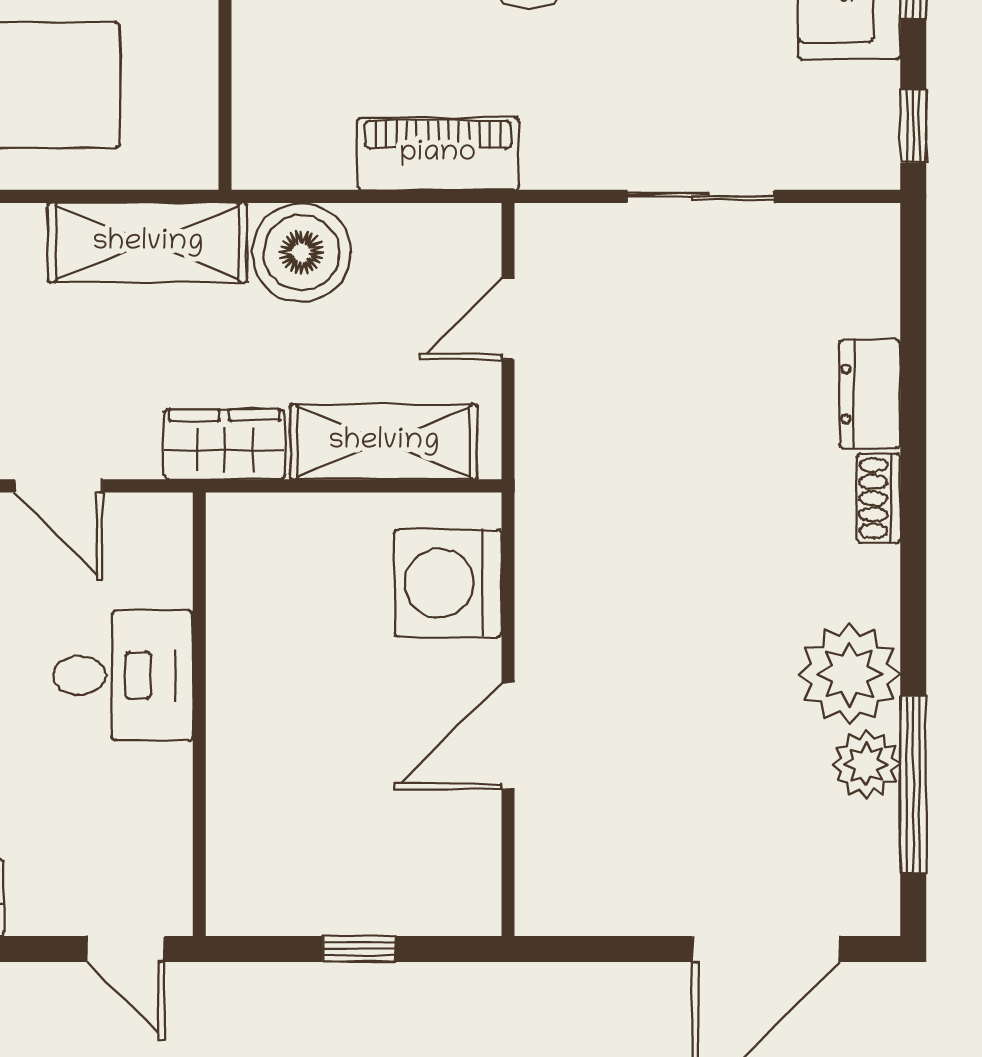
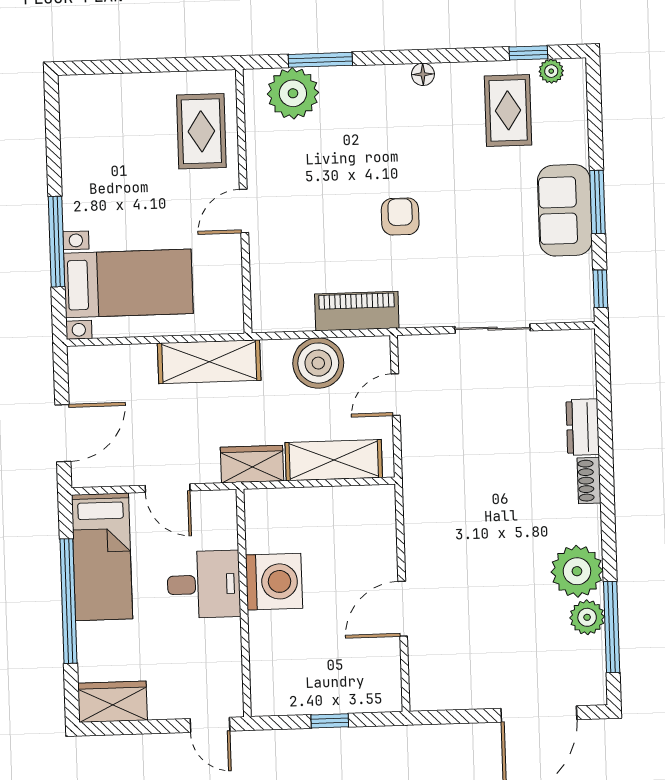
boiler: (301, 252) -> (318, 363), moved
washing machine: (448, 583) -> (274, 582), moved, turned 180

